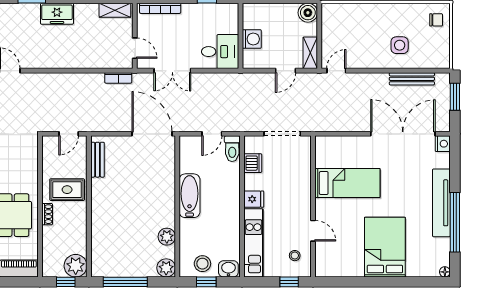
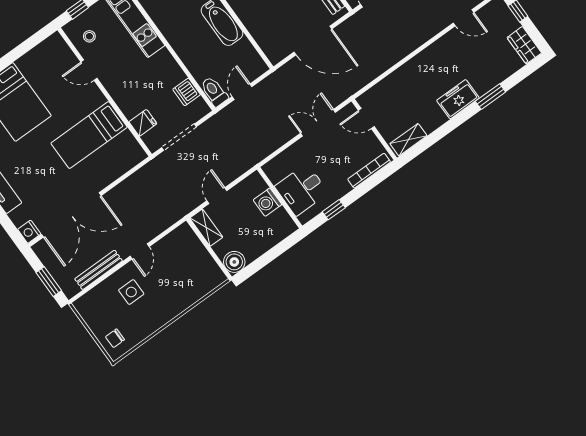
desk: (220, 52) -> (302, 190), moved
door: (336, 71) -> (140, 251), moved
bookcase: (118, 78) -> (362, 81), removed
door: (152, 134) -> (313, 41), moved
fridge: (254, 199) -> (143, 123), moved, turned 180

